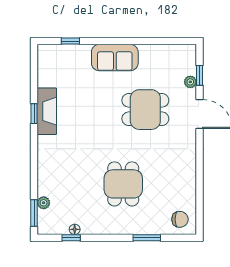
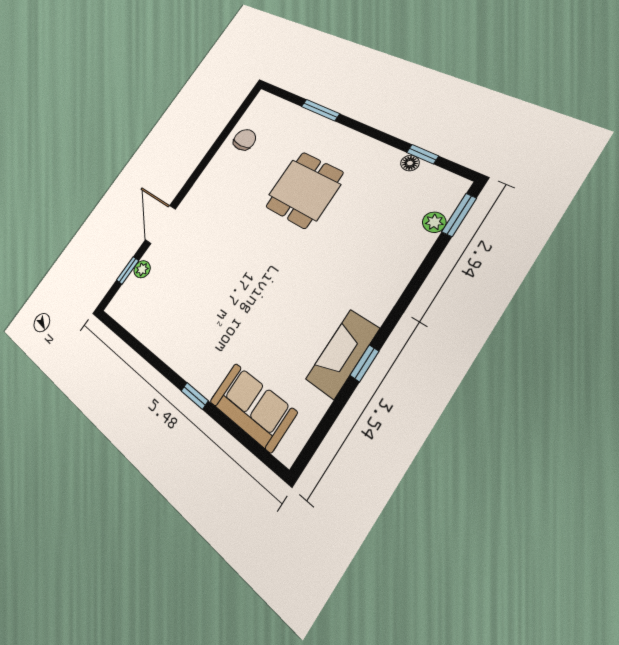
window: (70, 41) -> (195, 396), moved
sofa: (115, 58) -> (253, 407), moved
dining table: (145, 110) -> (213, 268), removed
chair: (180, 219) -> (245, 140), moved, turned 90

